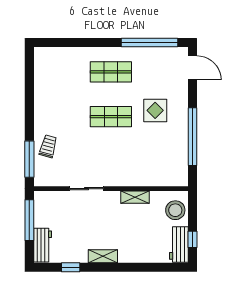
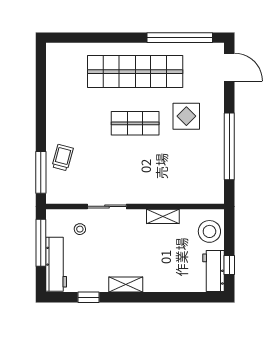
shop shelf: (111, 72) -> (135, 72), width x2.00, depth x1.36
stool: (63, 208) -> (80, 229), added
workbench: (43, 245) -> (56, 264), width x1.37

